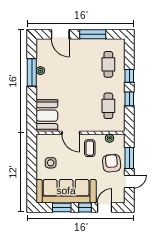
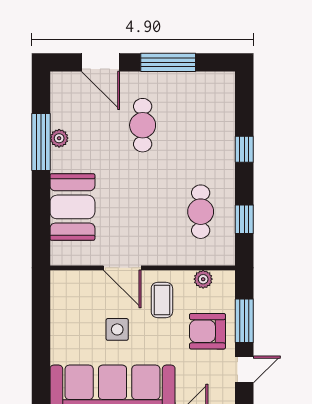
cafe table: (108, 64) -> (143, 125), moved
window: (129, 99) -> (244, 219), moved
booth: (47, 116) -> (72, 207), moved
side table: (51, 163) -> (117, 329), moved
armchair: (112, 163) -> (207, 331), turned -84

